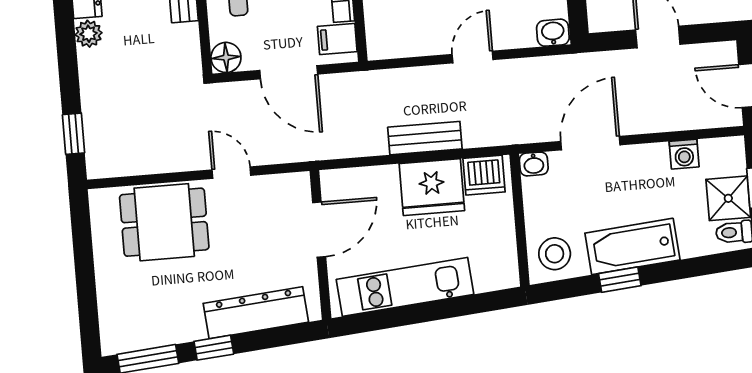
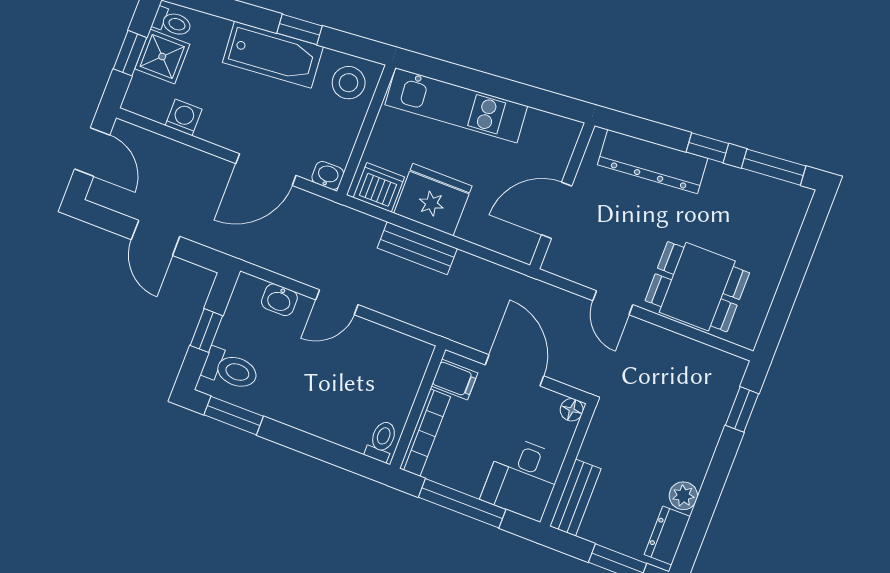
washbasin: (553, 33) -> (279, 300), moved
floor lamp: (226, 57) -> (572, 410), width x0.73, depth x0.73
kitchen unit: (405, 287) -> (456, 105), moved

